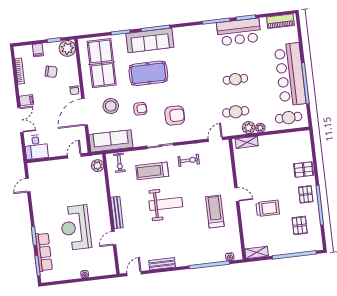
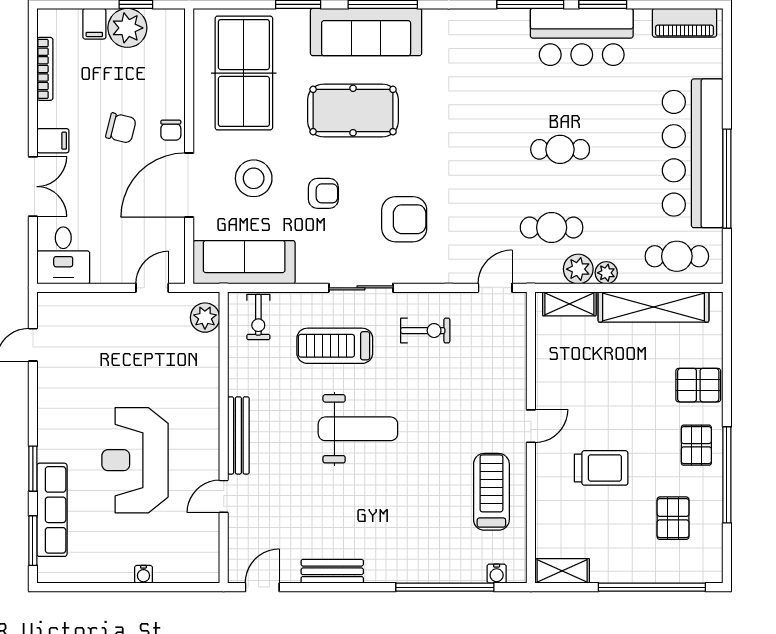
plant: (67, 48) -> (127, 28), moved
chair: (51, 72) -> (121, 128), moved
shelving: (281, 140) -> (653, 307), added
door: (237, 194) -> (531, 426), hinge flipped
treadmill: (215, 211) -> (491, 492), moved

